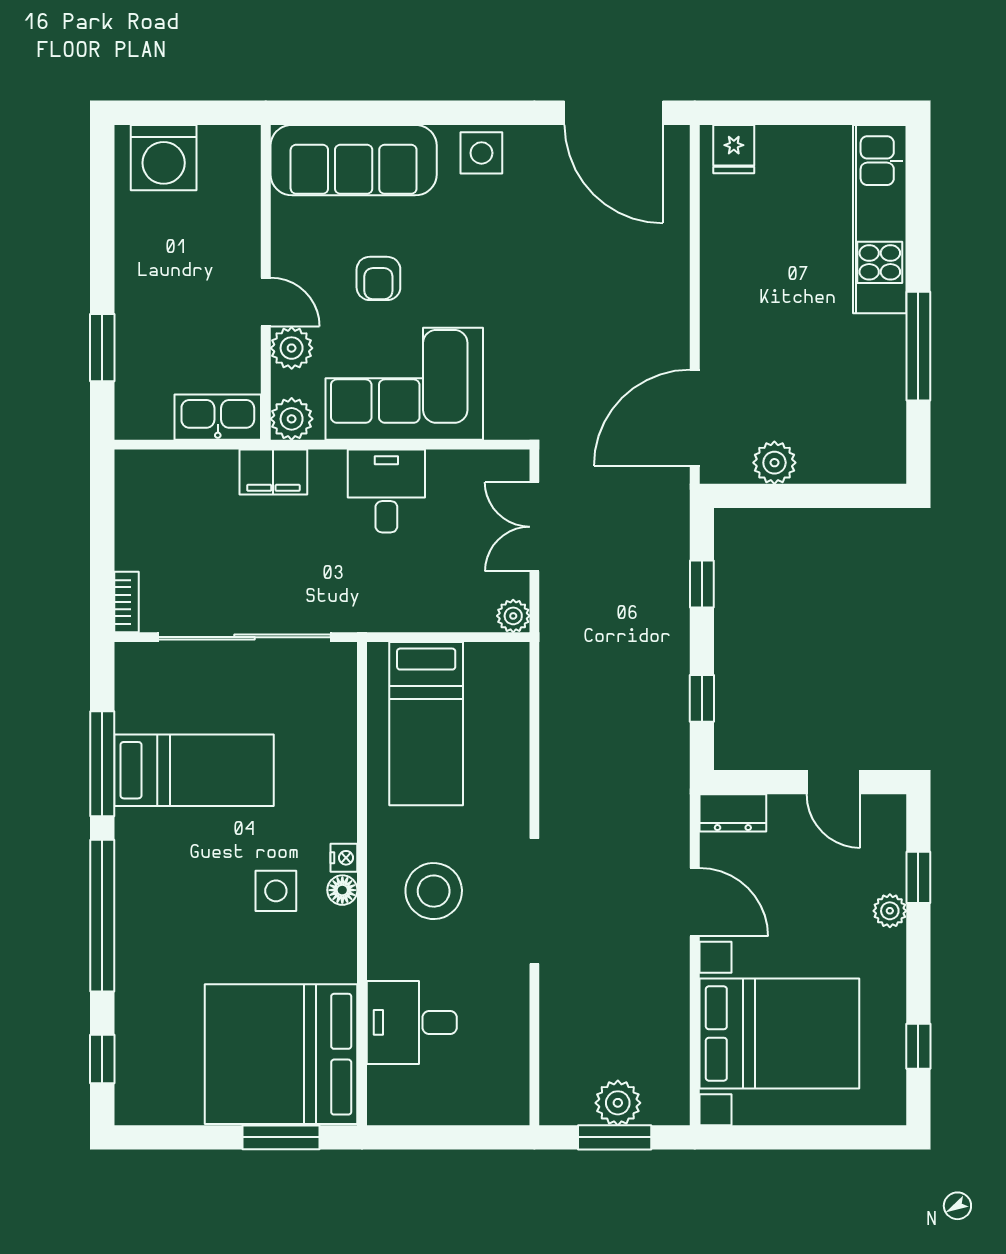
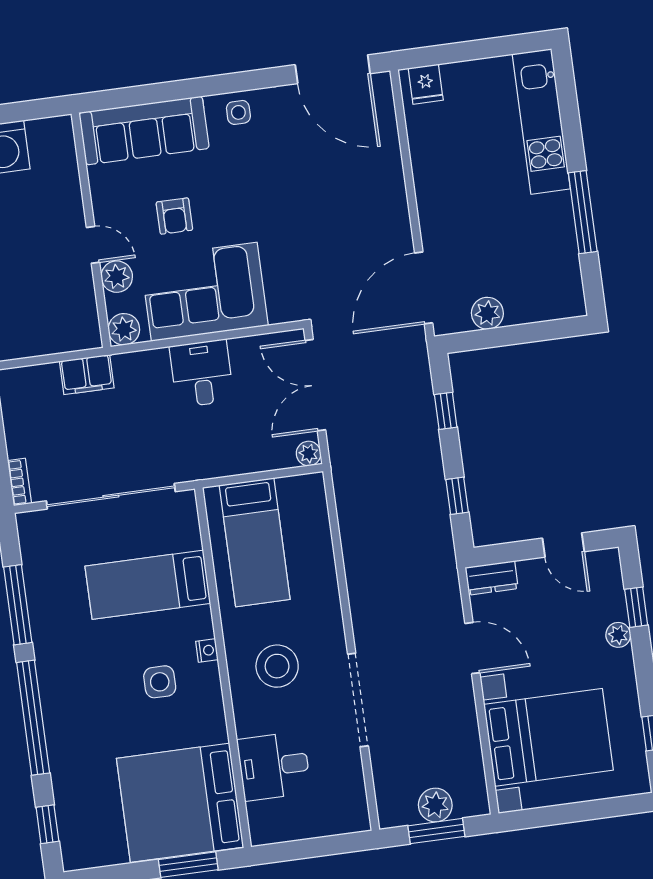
side table: (481, 153) -> (238, 112), width x0.73, depth x0.73
kitchen sink: (218, 417) -> (69, 335), removed
filing cabinet: (273, 472) -> (87, 375), moved
double door: (534, 527) -> (315, 385), width x1.37
bed: (194, 770) -> (148, 585), moved, turned 180
floor lamp: (342, 890) -> (209, 675), removed
doorway: (534, 901) -> (358, 700), moved

